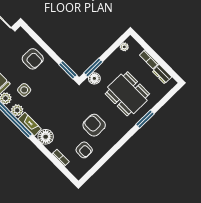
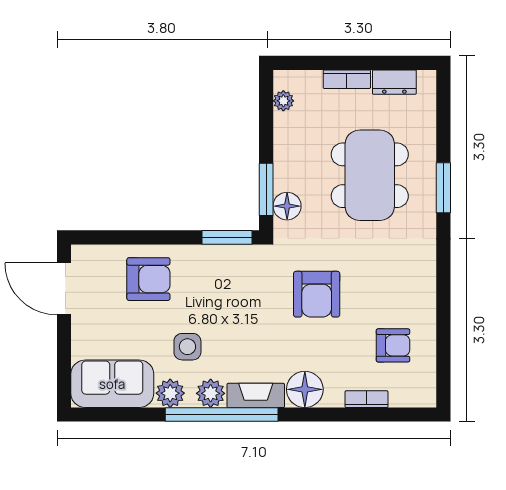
dining table: (127, 94) -> (370, 175), turned 90
armchair: (94, 125) -> (317, 294), moved, turned -90

